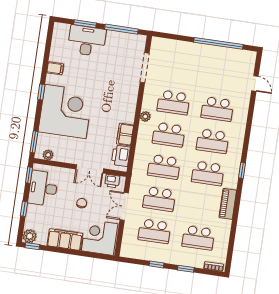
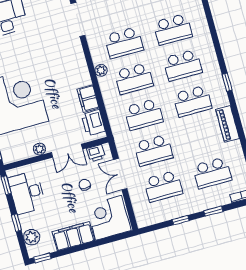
plant: (48, 155) -> (39, 149), moved
chair: (82, 203) -> (85, 185), moved
plant: (30, 236) -> (32, 237), moved

